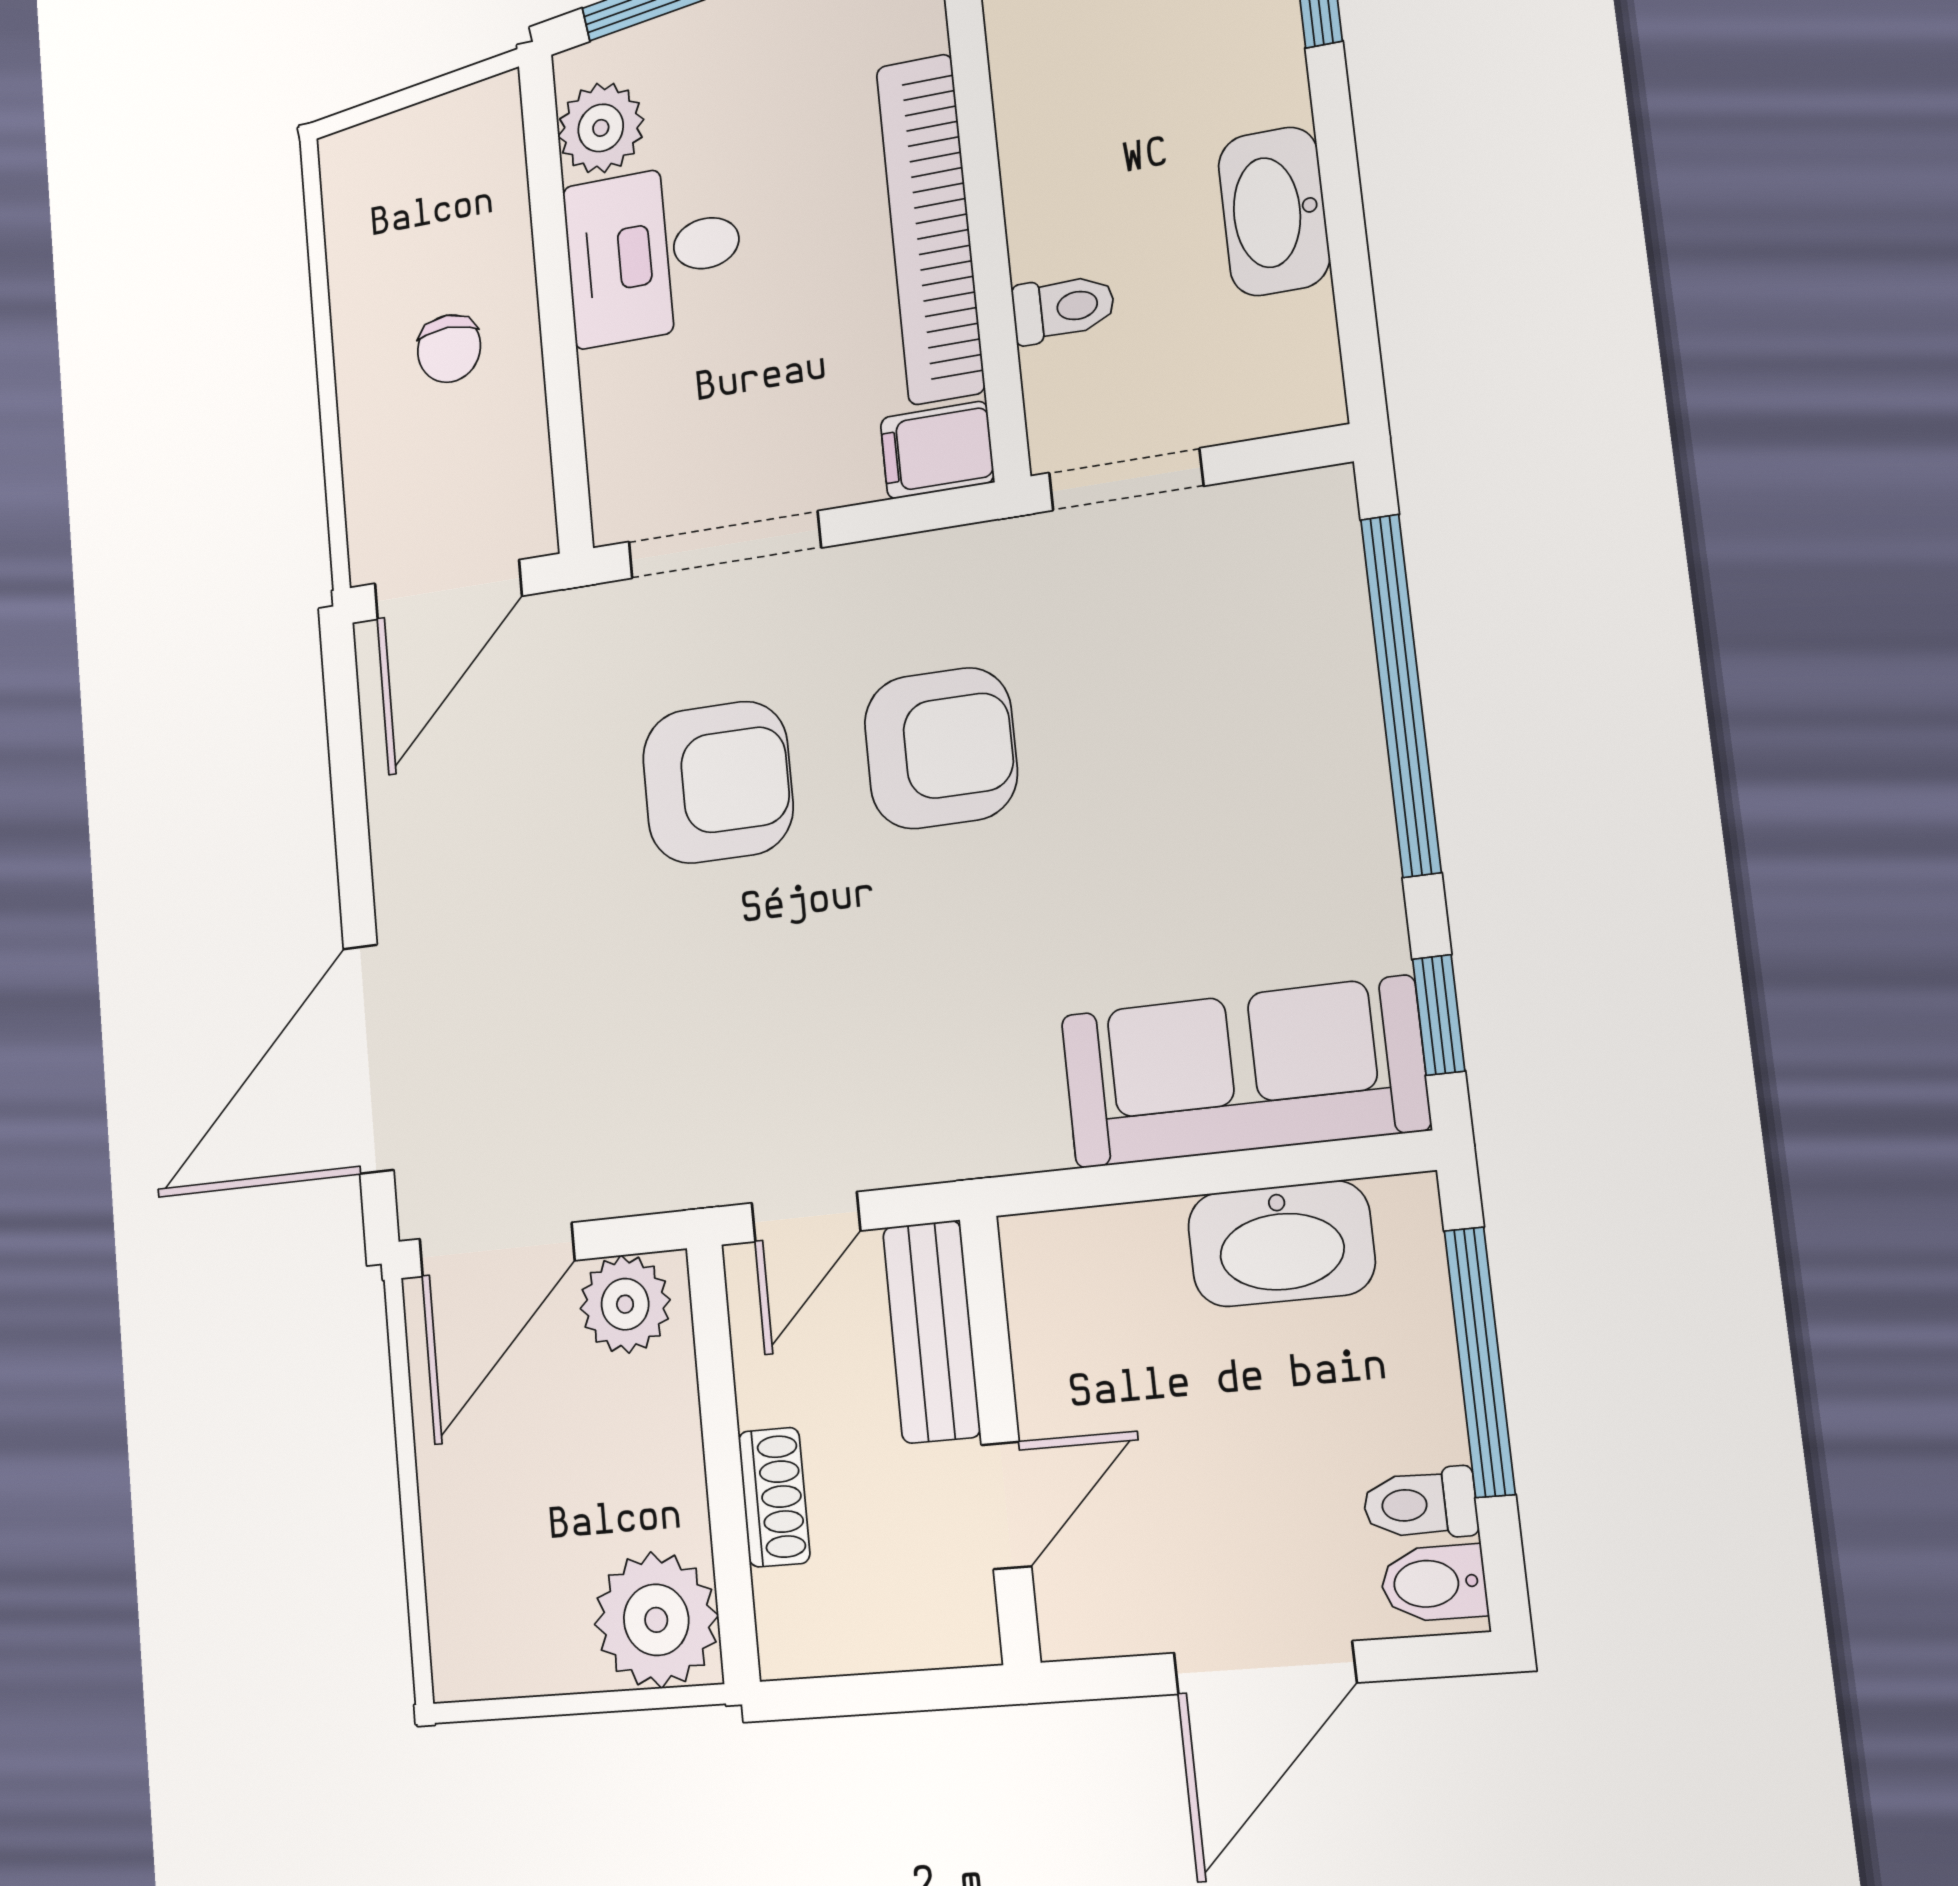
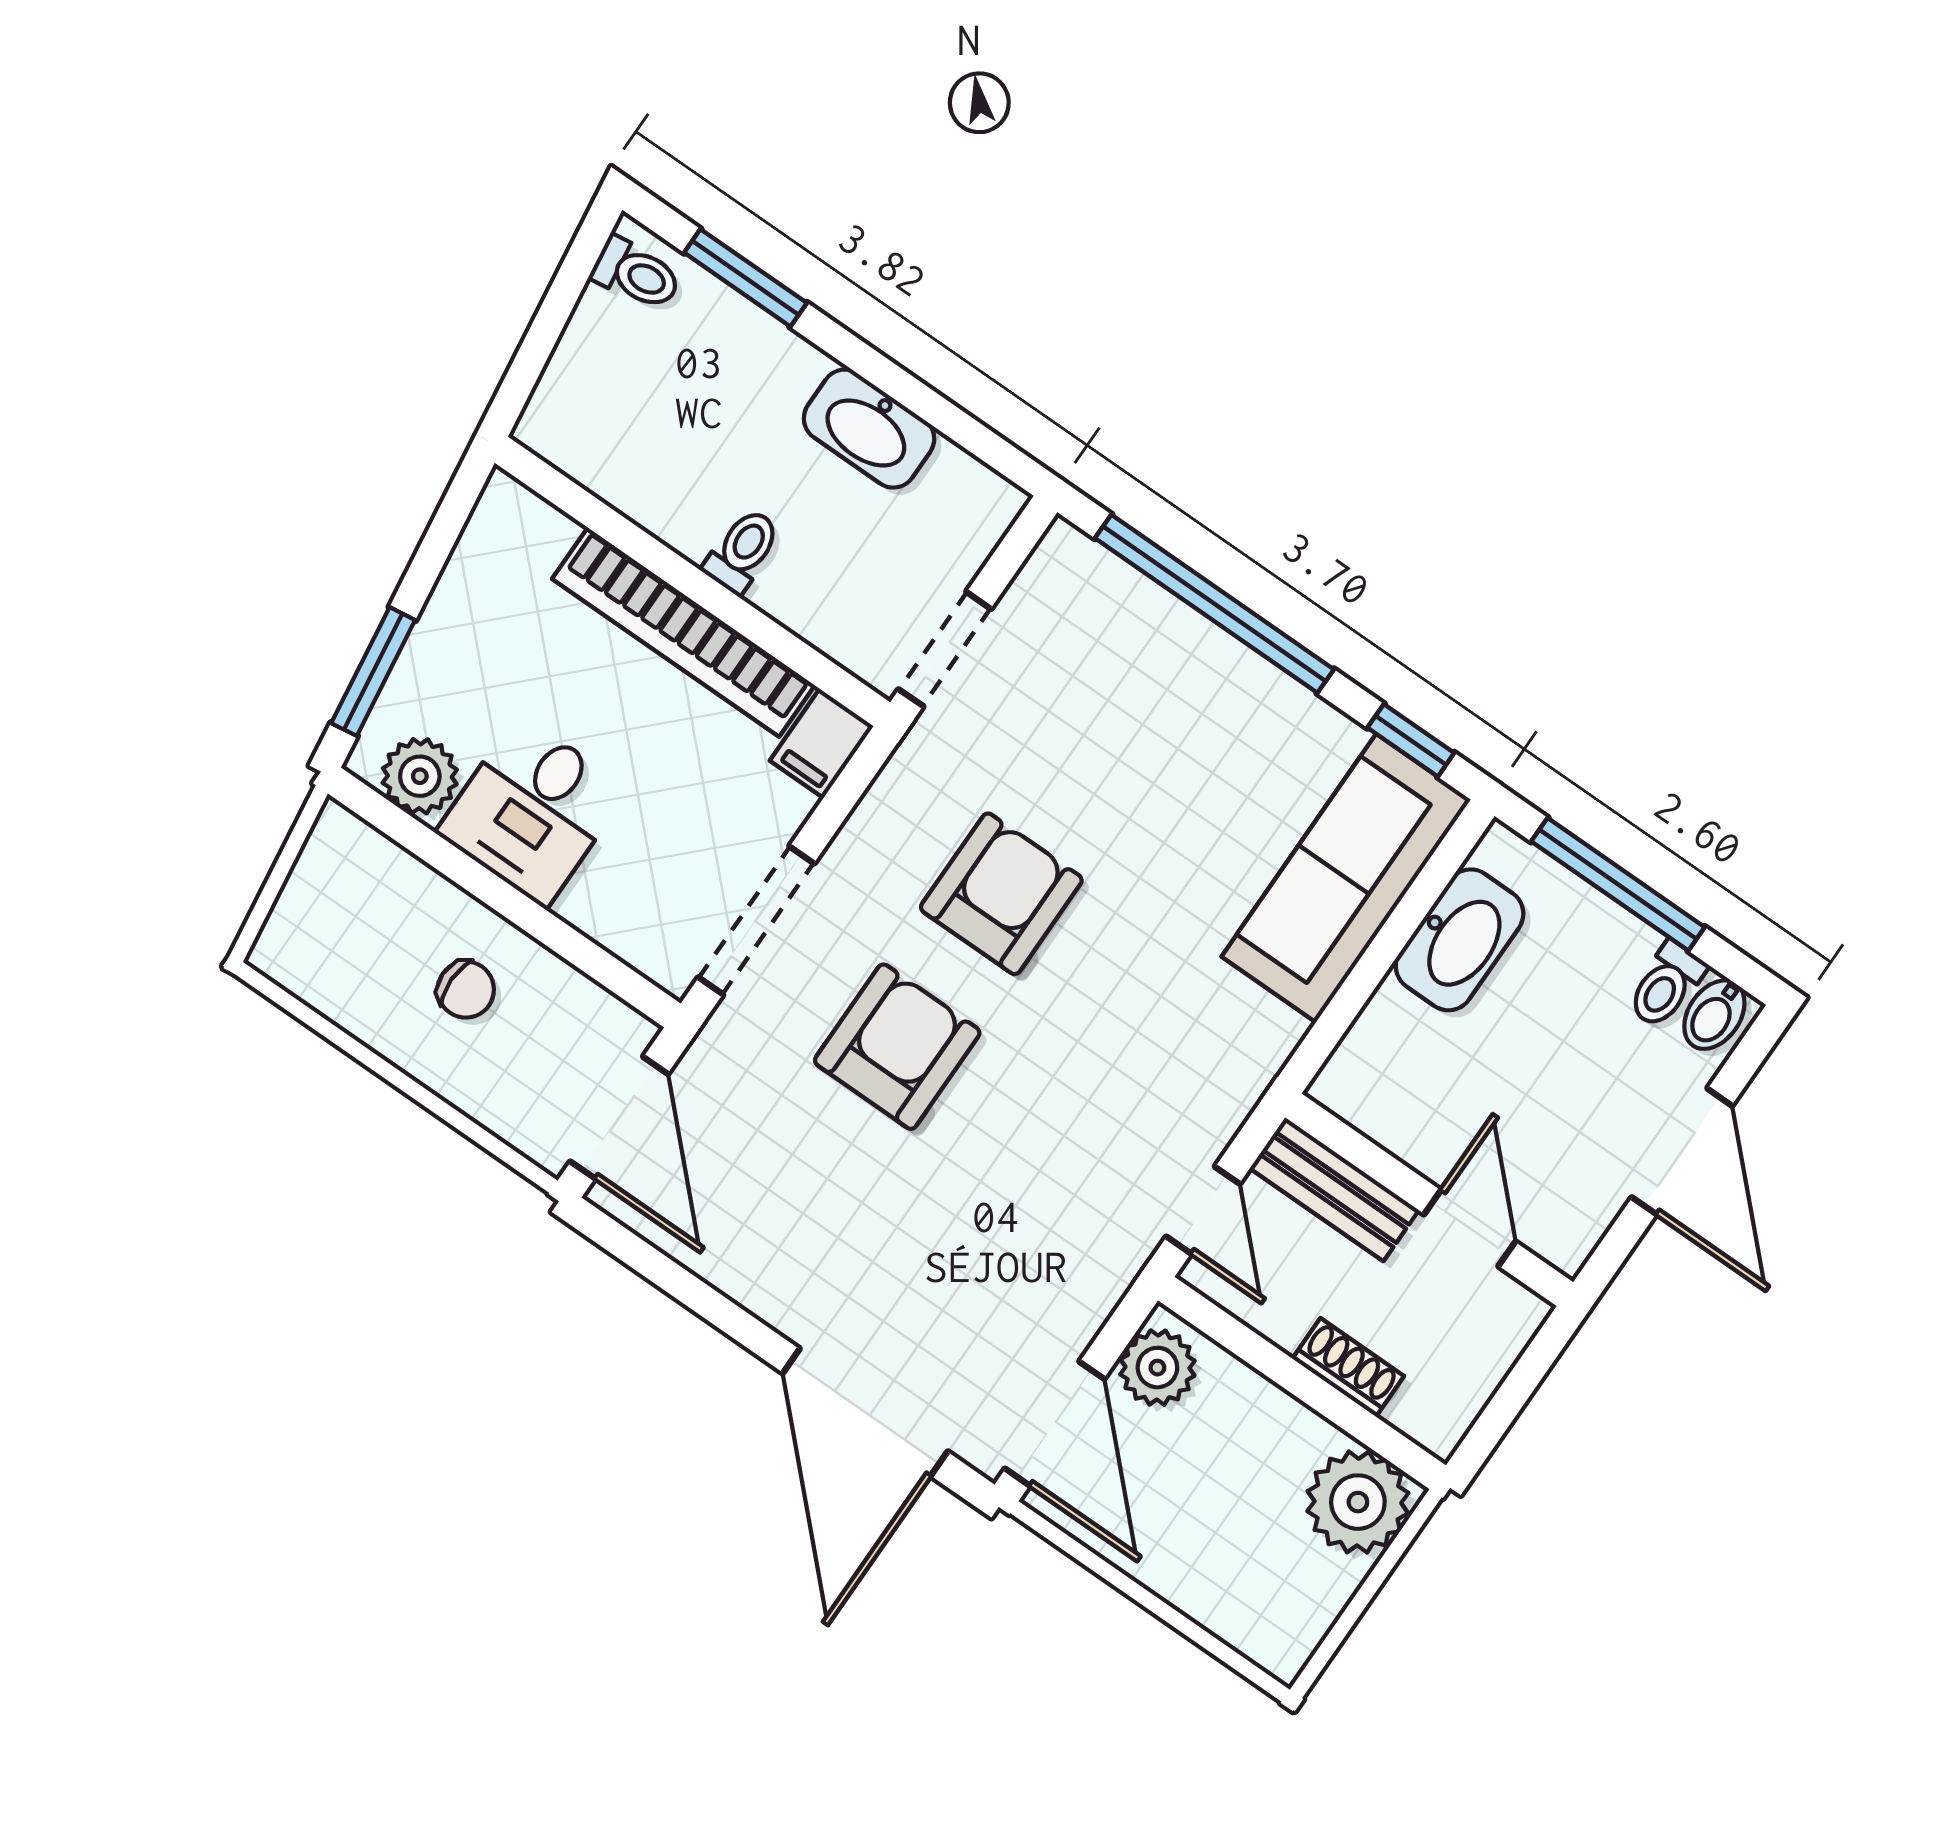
toilet: (1063, 308) -> (742, 551), moved

